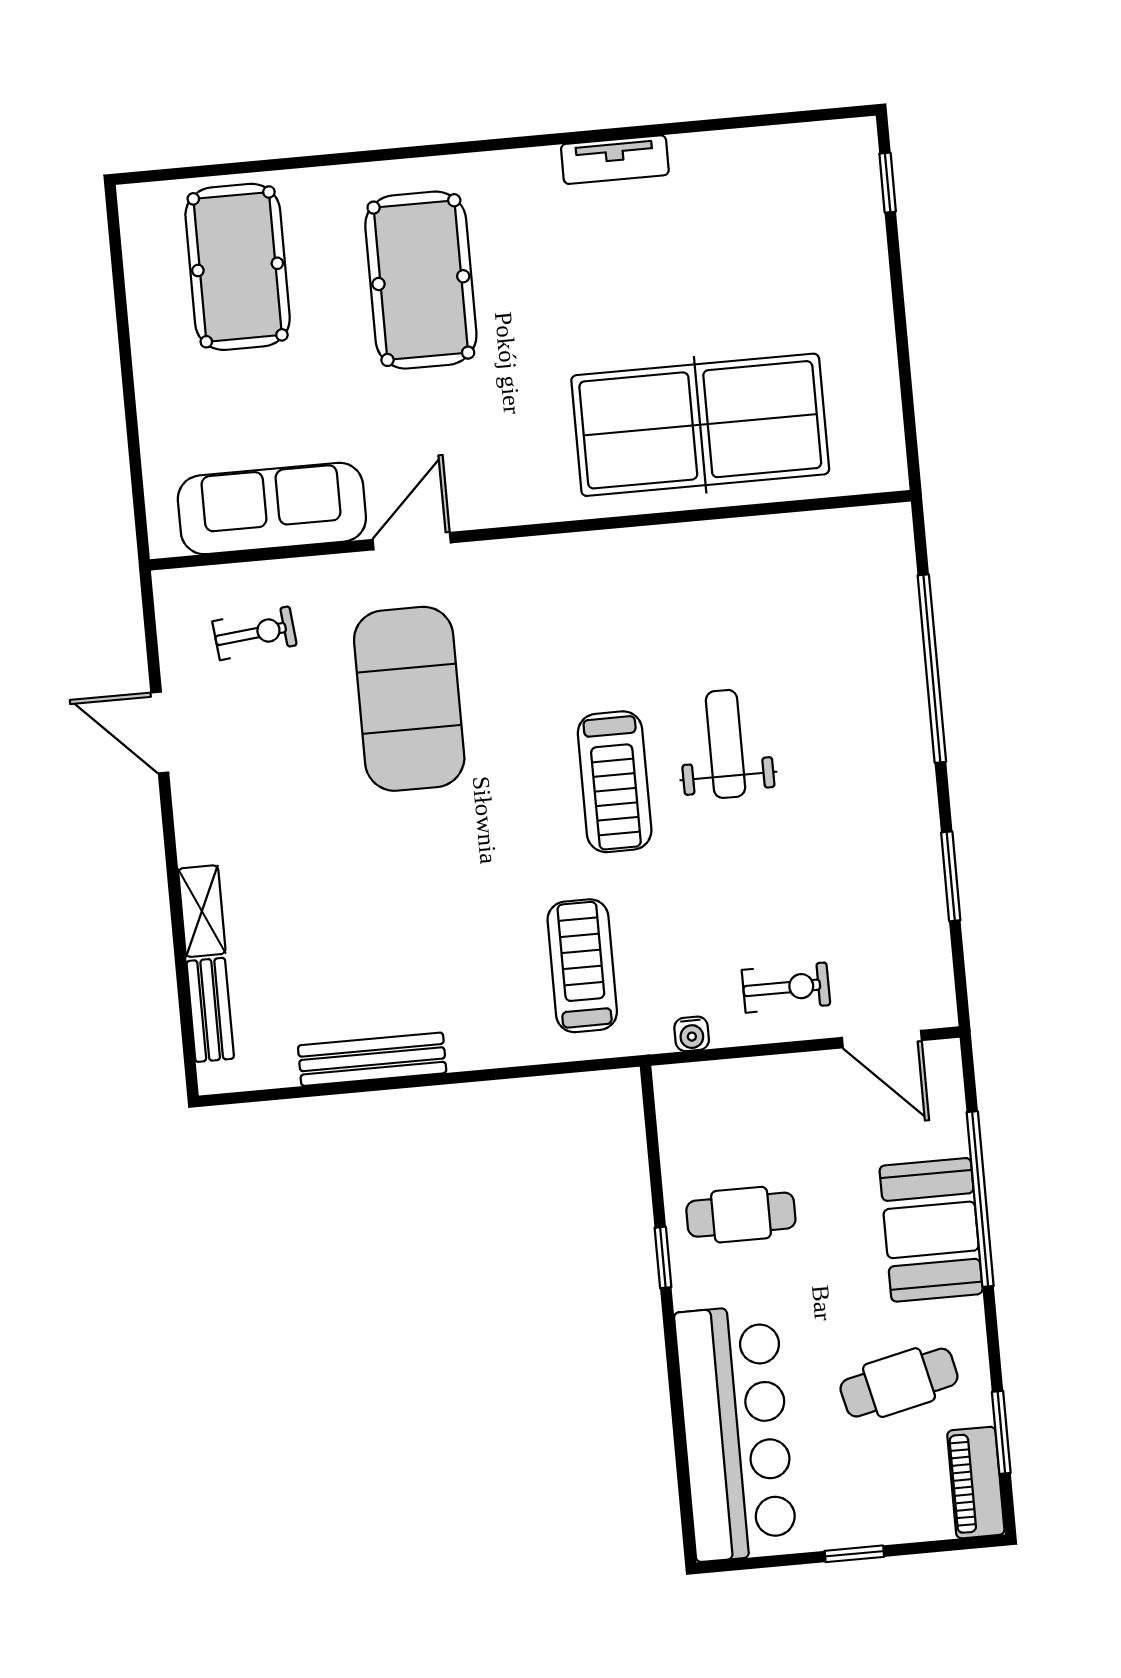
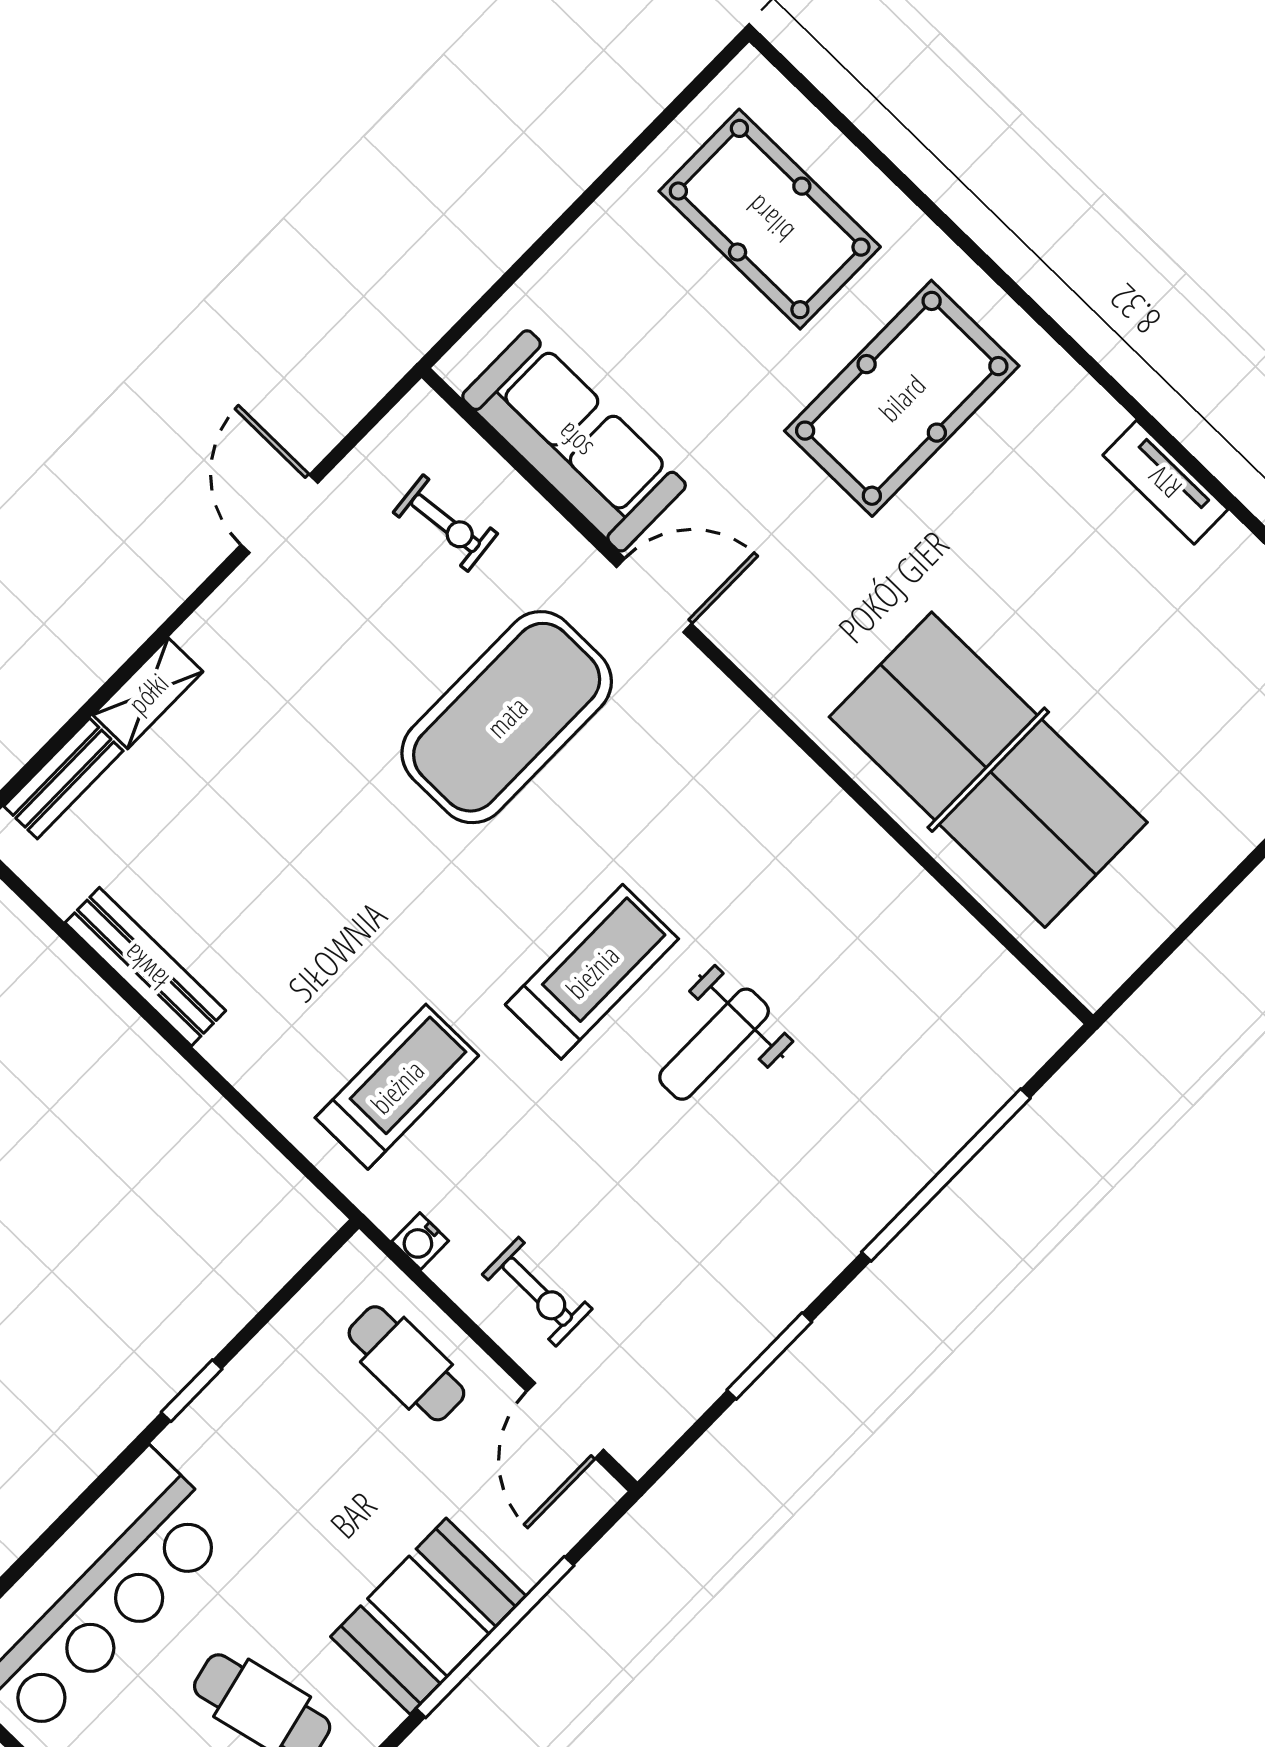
pool table: (238, 267) -> (770, 219), turned 90
weight bench: (725, 744) -> (714, 1044), turned 180
treadmill: (615, 782) -> (592, 972), turned 180
cafe table: (741, 1215) -> (406, 1363), moved

